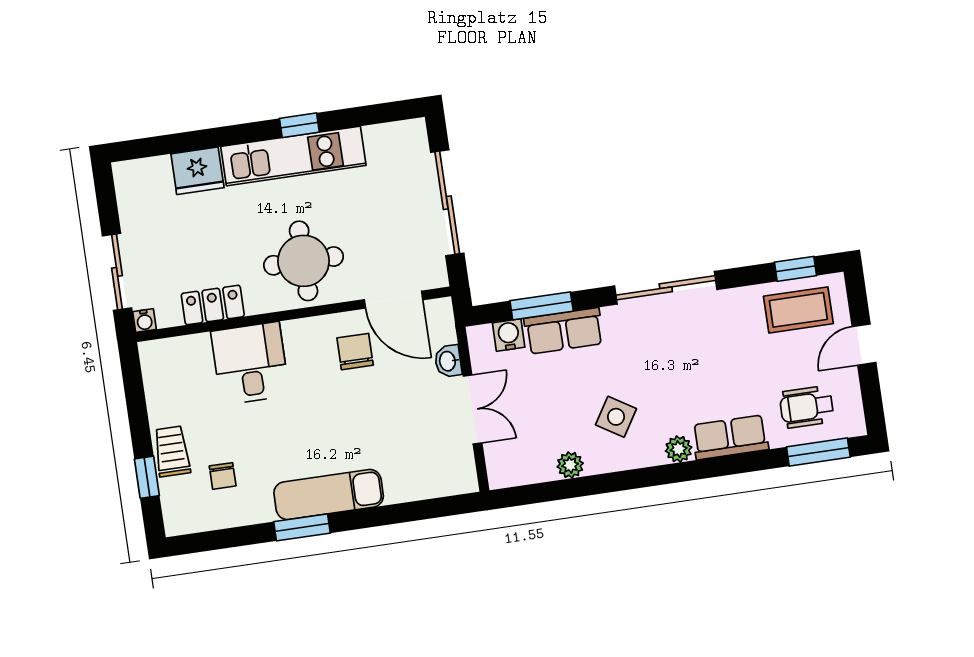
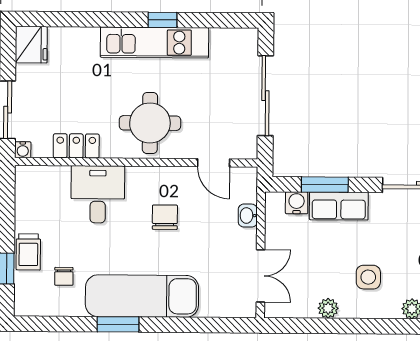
fridge: (197, 171) -> (31, 45), moved, turned -90
door: (394, 300) -> (214, 163), width x0.73
chair: (355, 352) -> (165, 217), moved
double door: (473, 409) -> (260, 276), moved
side table: (616, 417) -> (368, 277), turned -32
trolley: (172, 451) -> (28, 252), turned 180
exam couch: (329, 495) -> (142, 296), width x1.36, depth x1.45

